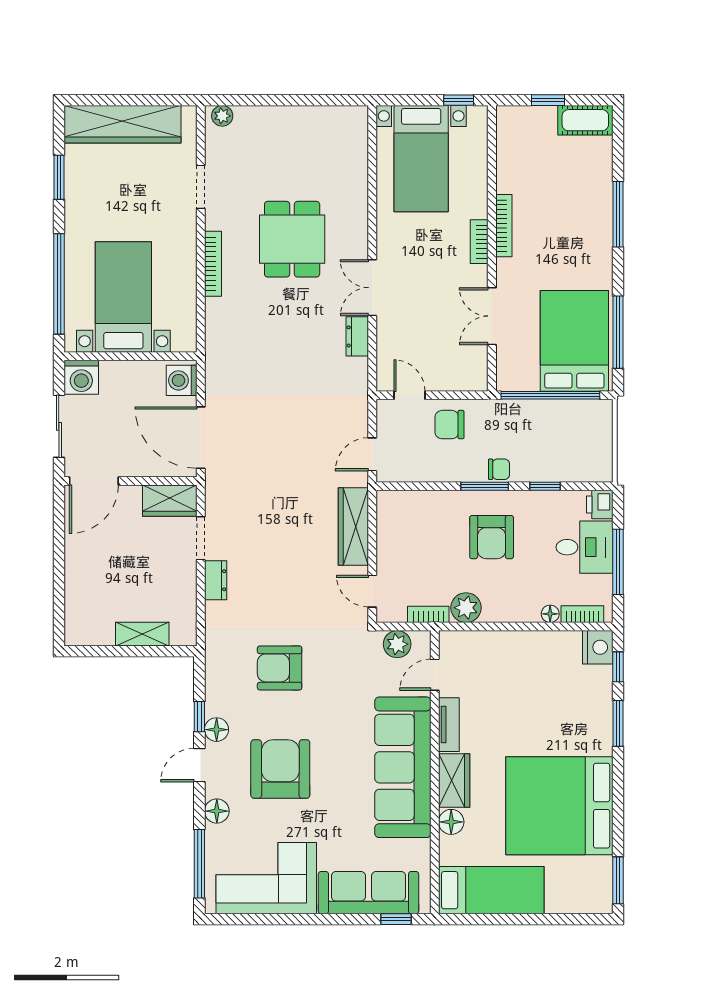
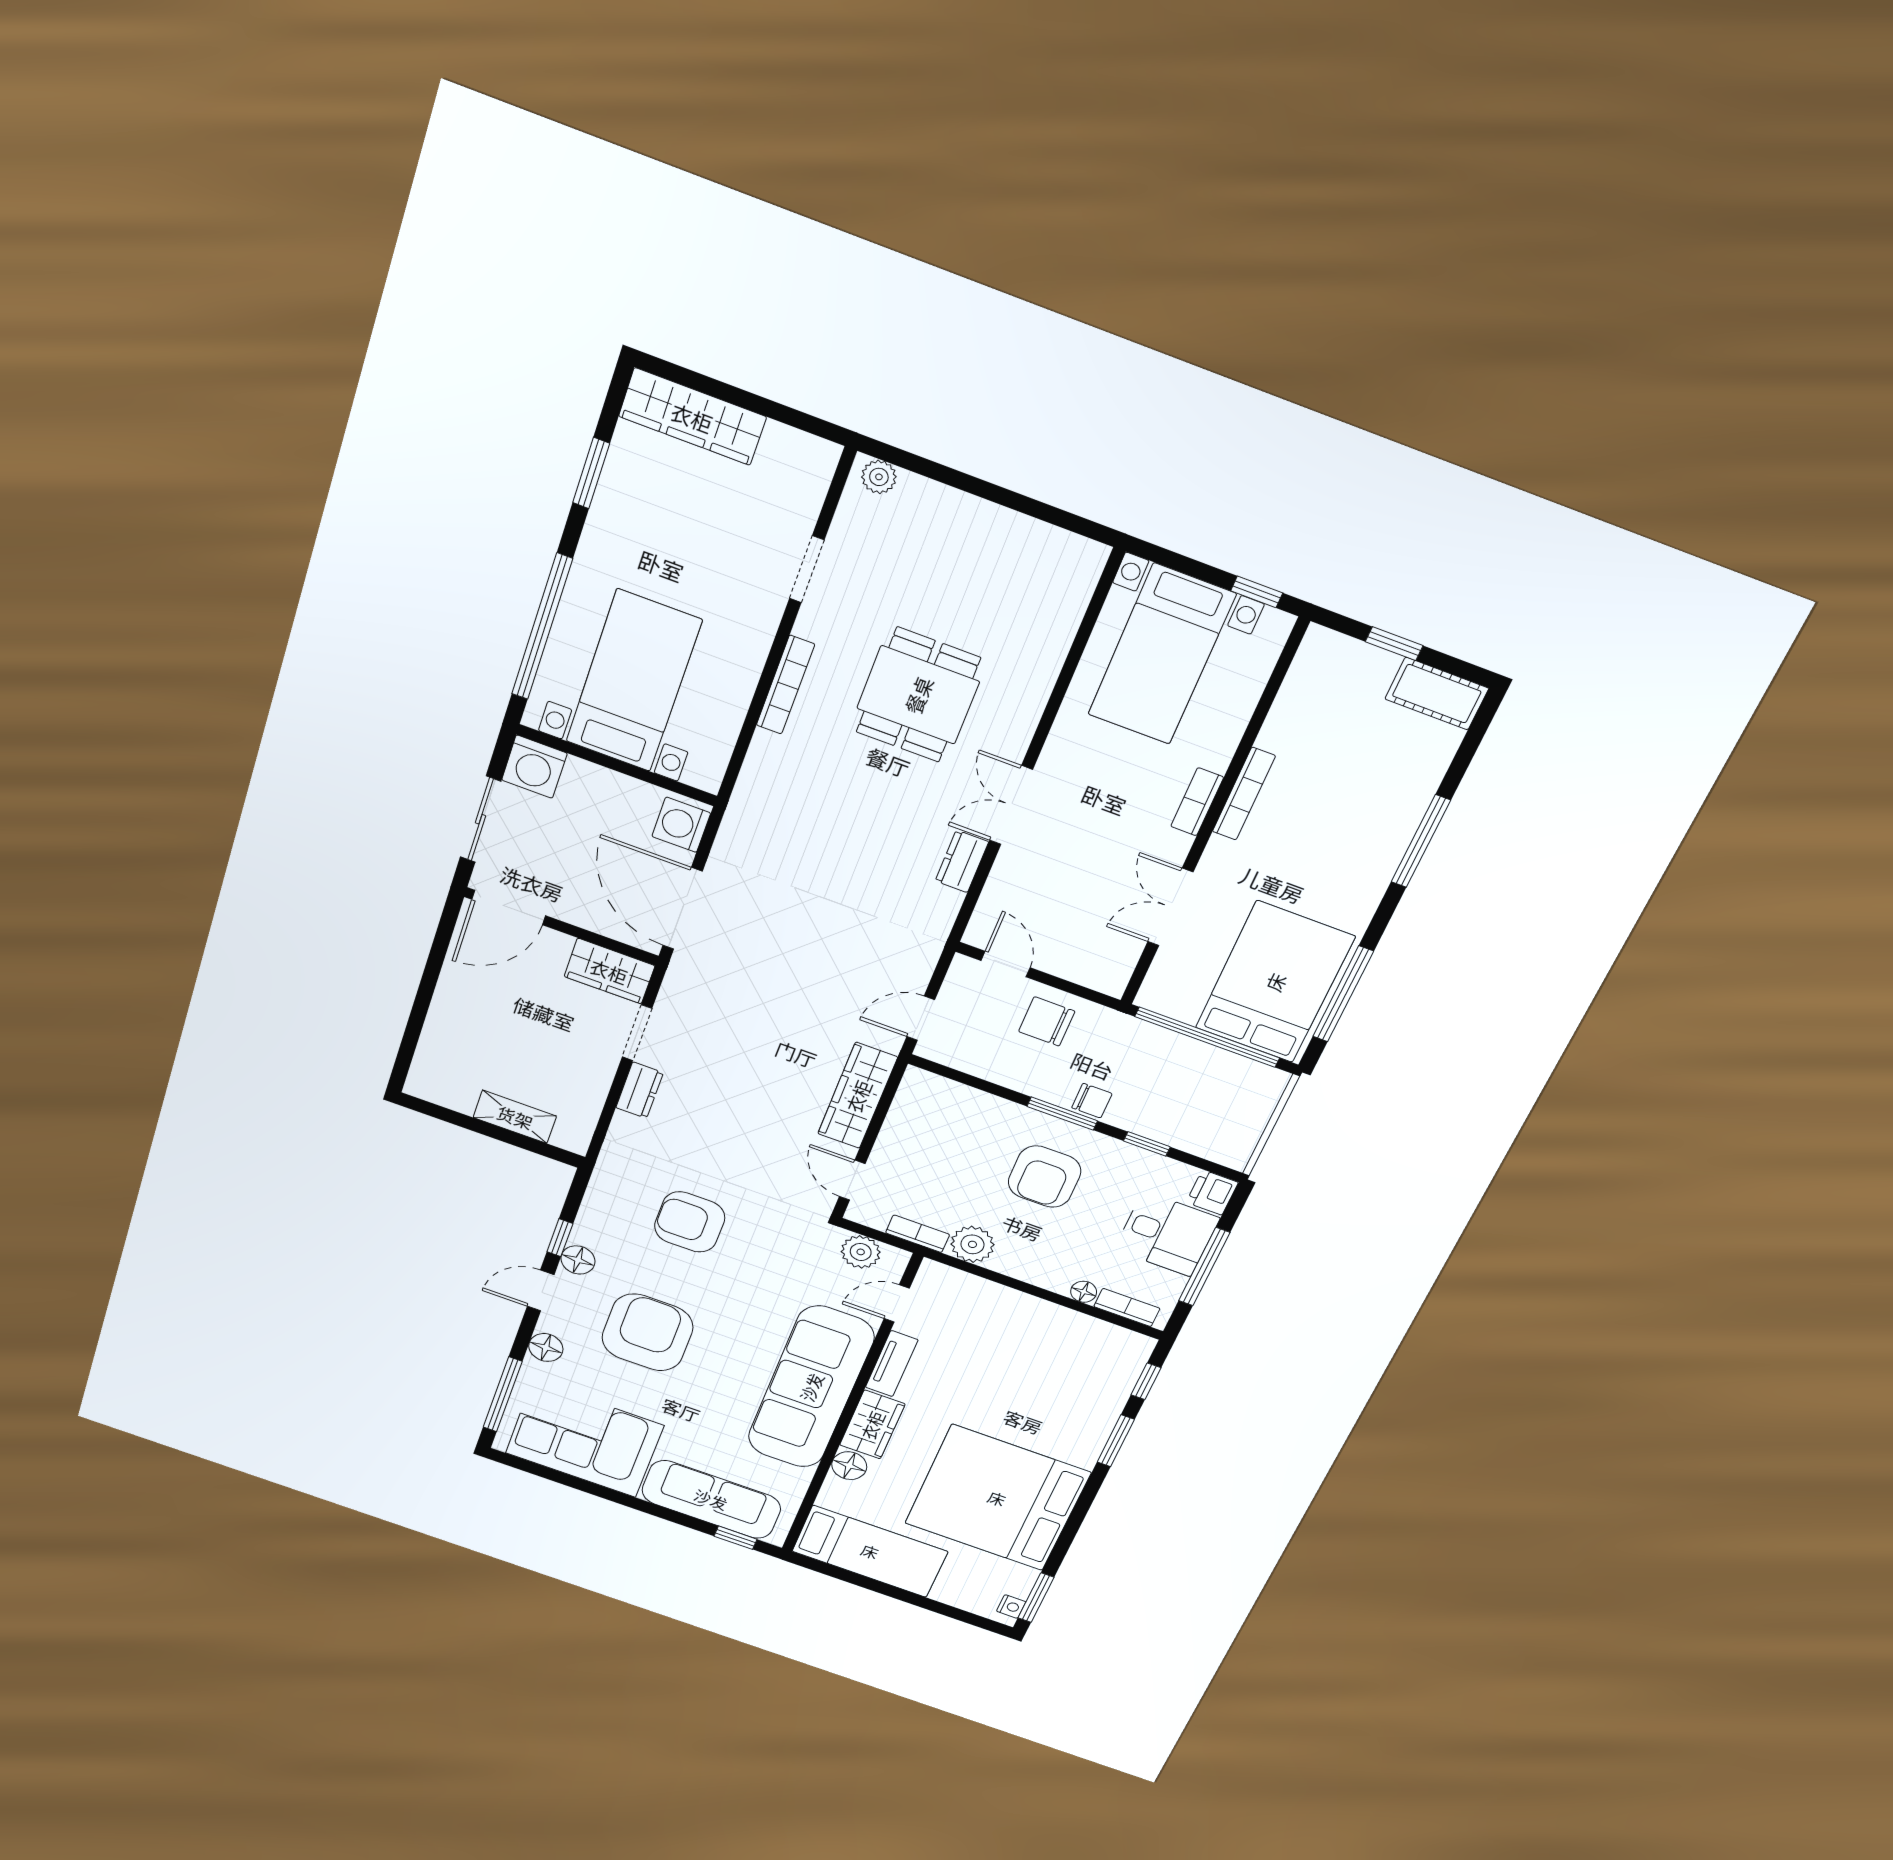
wardrobe: (122, 124) -> (692, 417), width x0.71, depth x0.85
nightstand: (598, 647) -> (1011, 1607), moved, width x0.53, depth x0.56

